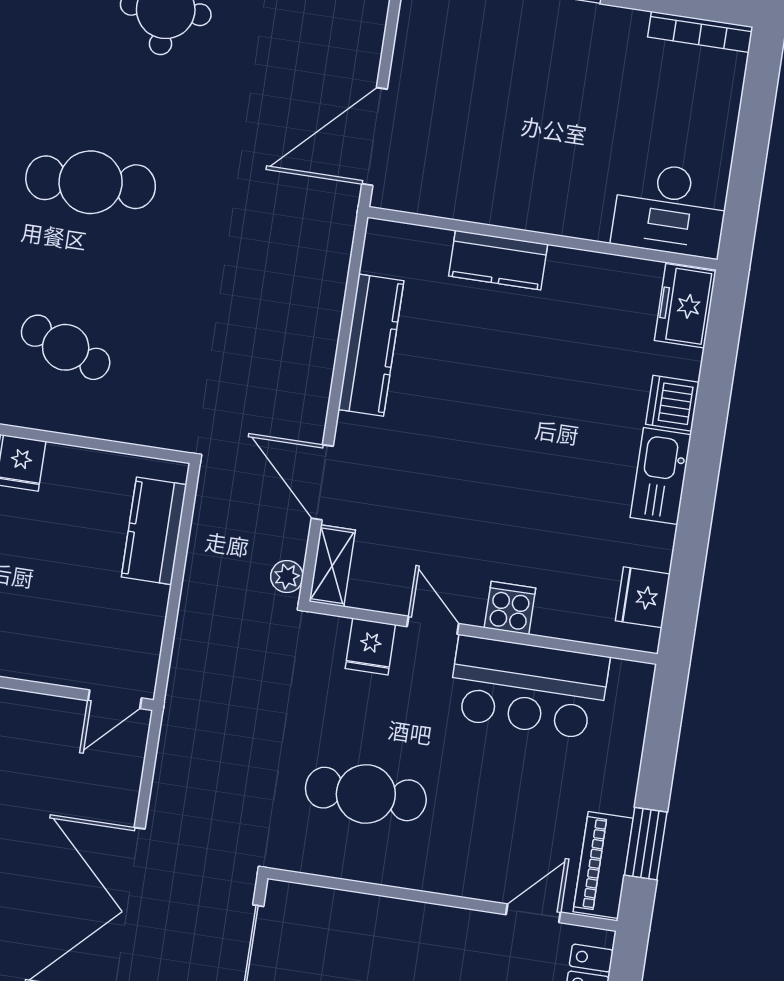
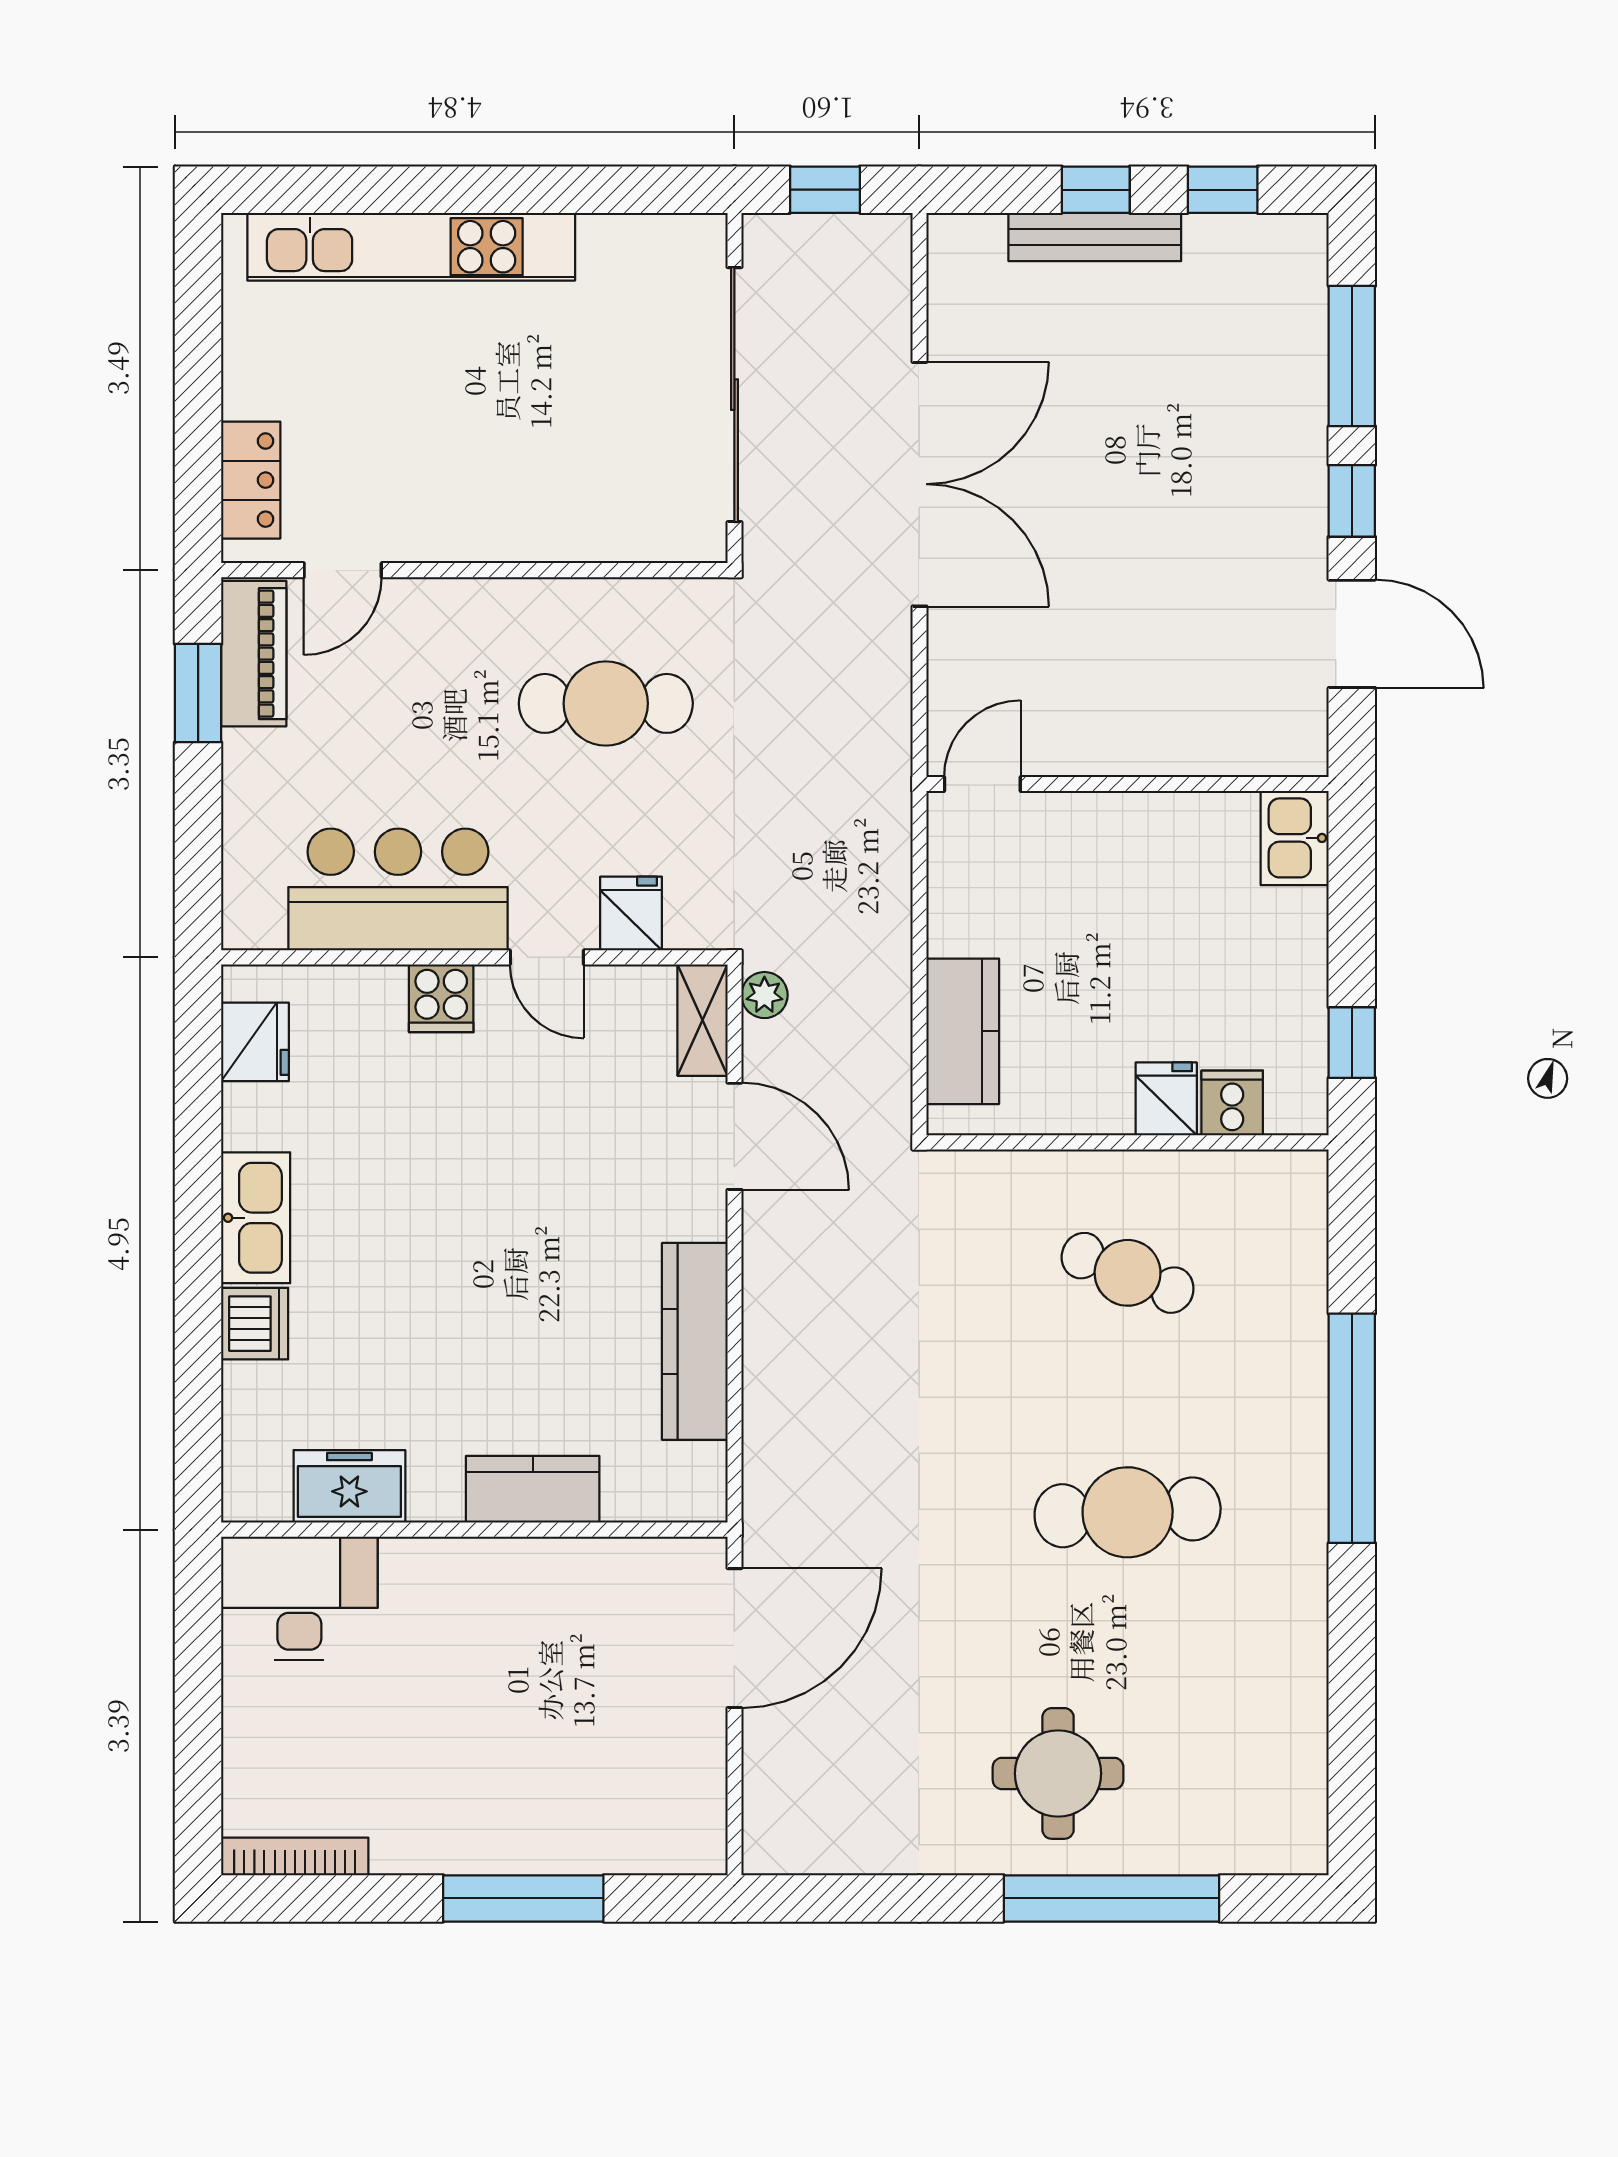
freezer: (685, 306) -> (349, 1486), moved, turned -90

